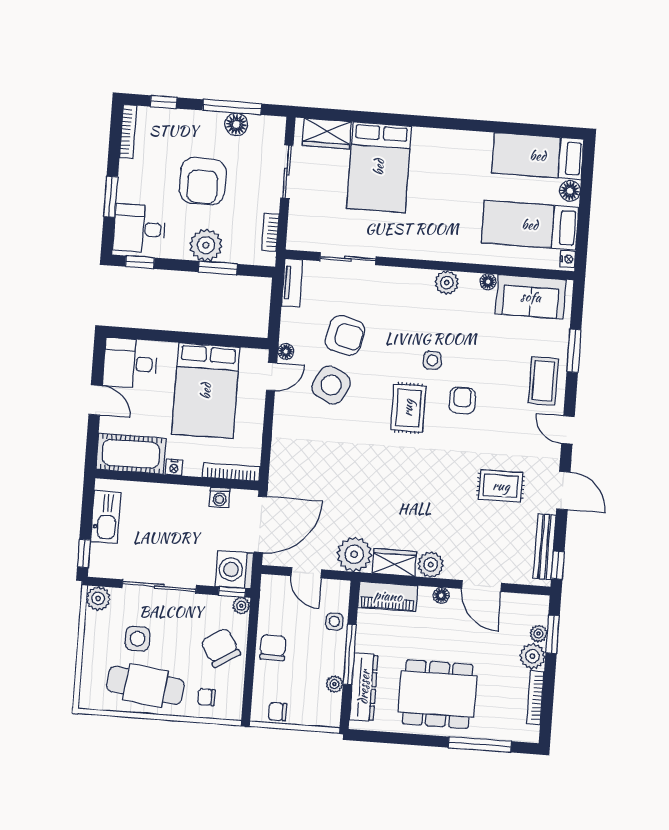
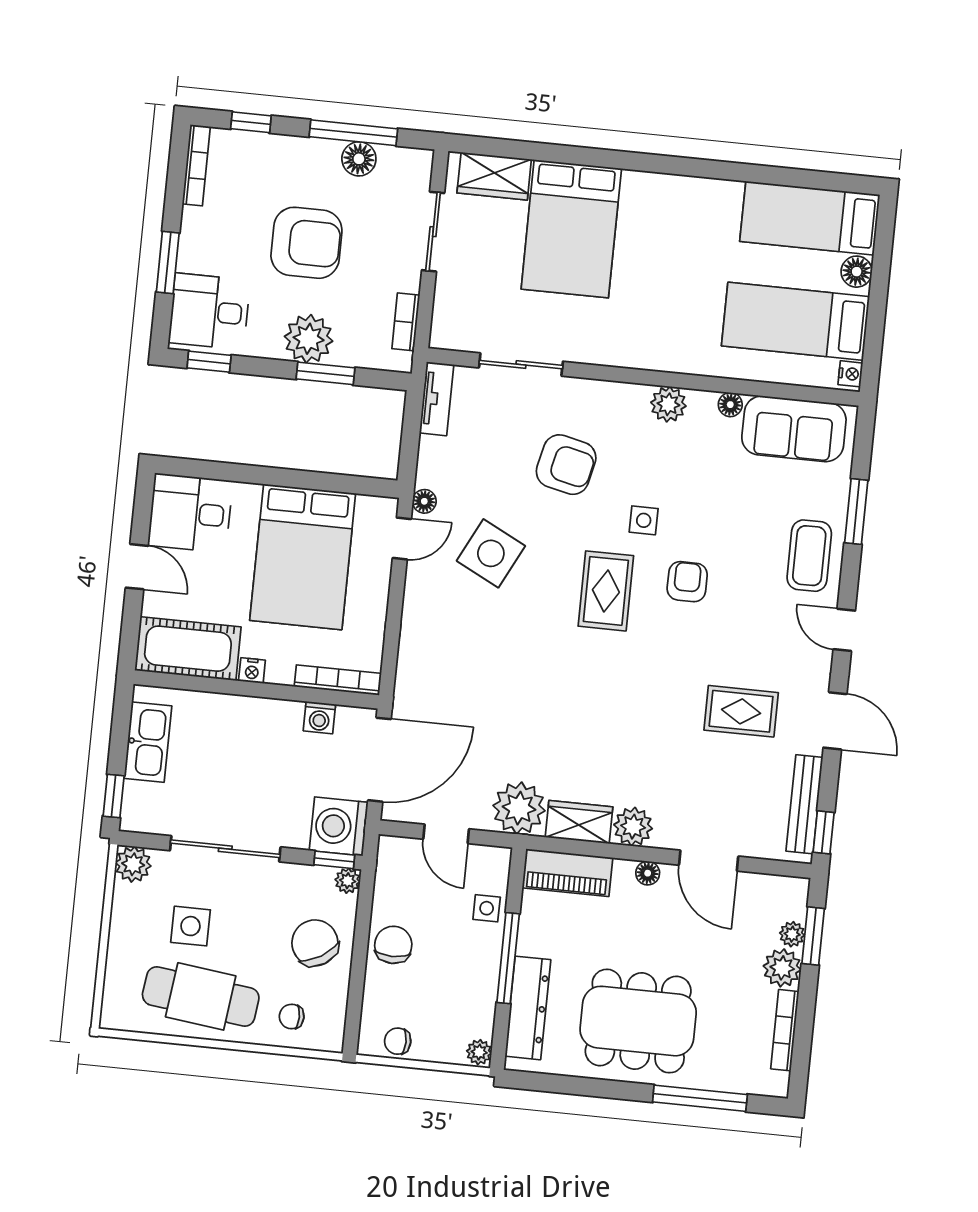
armchair: (203, 181) -> (306, 243), turned -90
armchair: (345, 335) -> (566, 465), moved
plant: (334, 684) -> (479, 1052), moved

